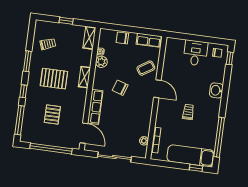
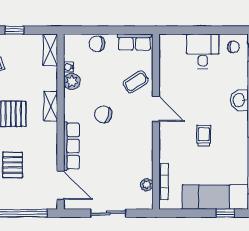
sliding door: (114, 157) -> (108, 213), width x0.73

